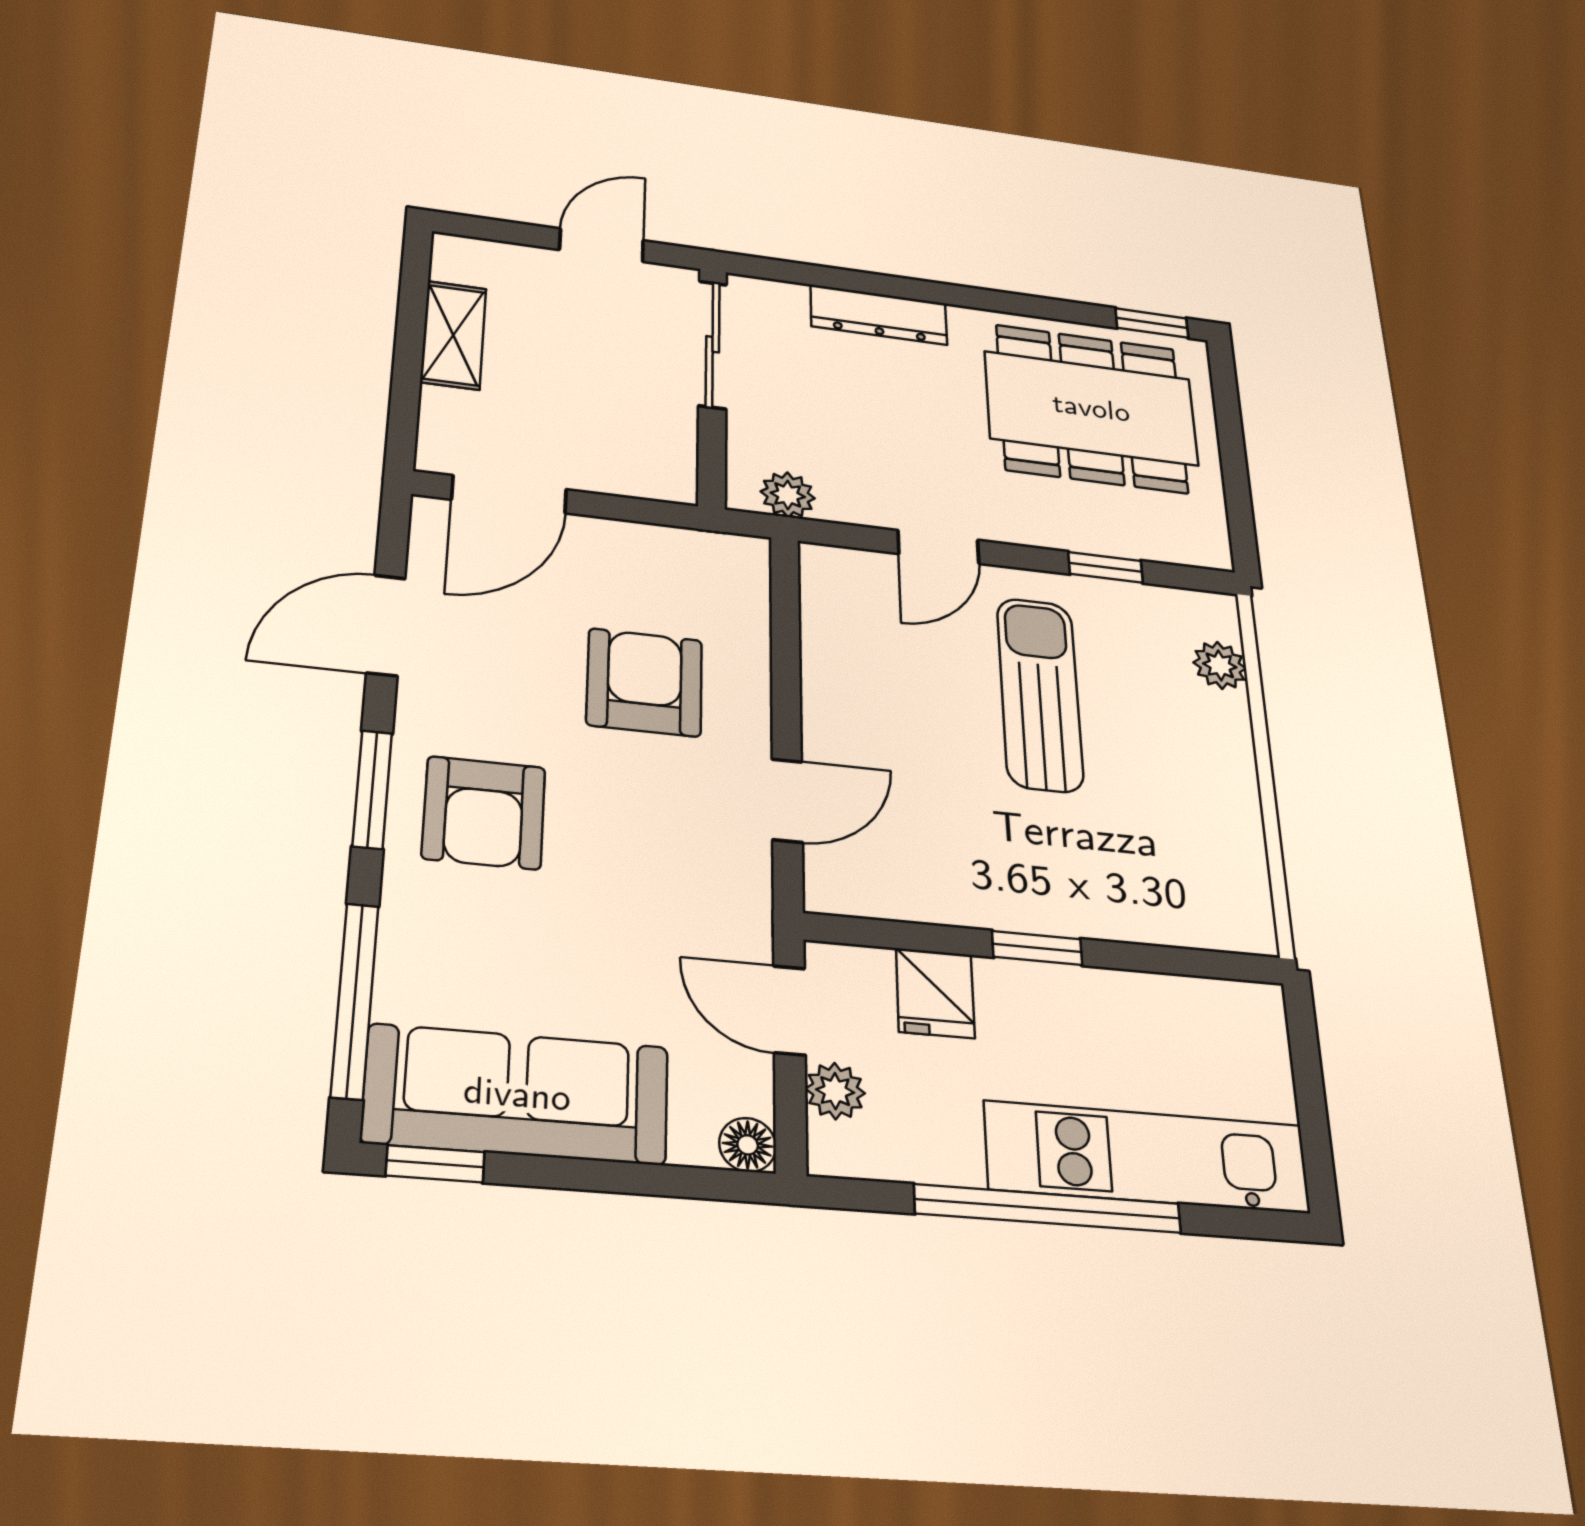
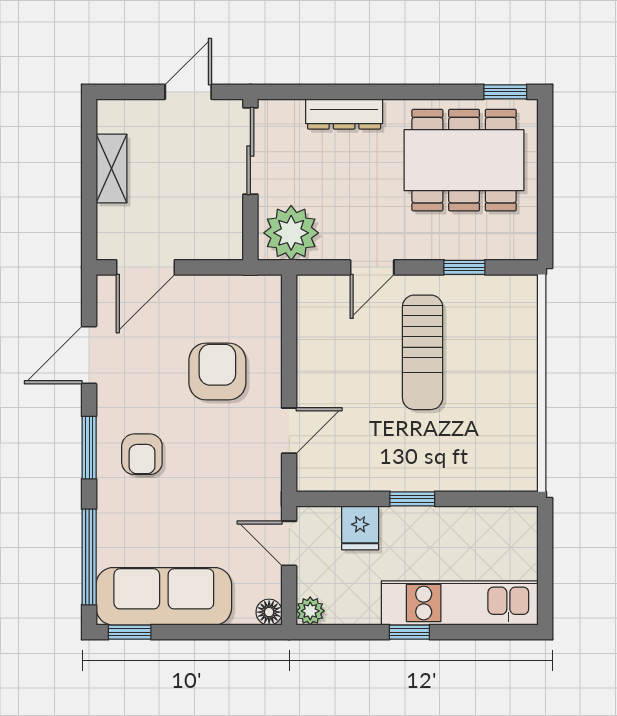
plant: (788, 495) -> (291, 233), width x1.88, depth x1.88
plant: (1220, 665) -> (523, 322), removed
sun lounger: (1040, 694) -> (423, 352), turned 180
armchair: (484, 813) -> (142, 454), width x0.72, depth x0.72
plant: (835, 1091) -> (310, 611), moved
window: (1048, 1209) -> (409, 632), width x0.32

